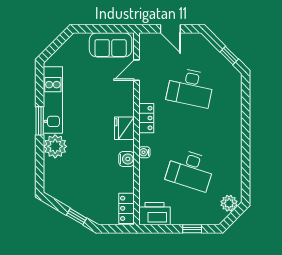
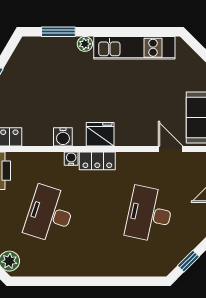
locker: (146, 118) -> (97, 161), moved
window: (40, 121) -> (58, 32), moved
plant: (55, 146) -> (85, 44), width x0.53, depth x0.53

